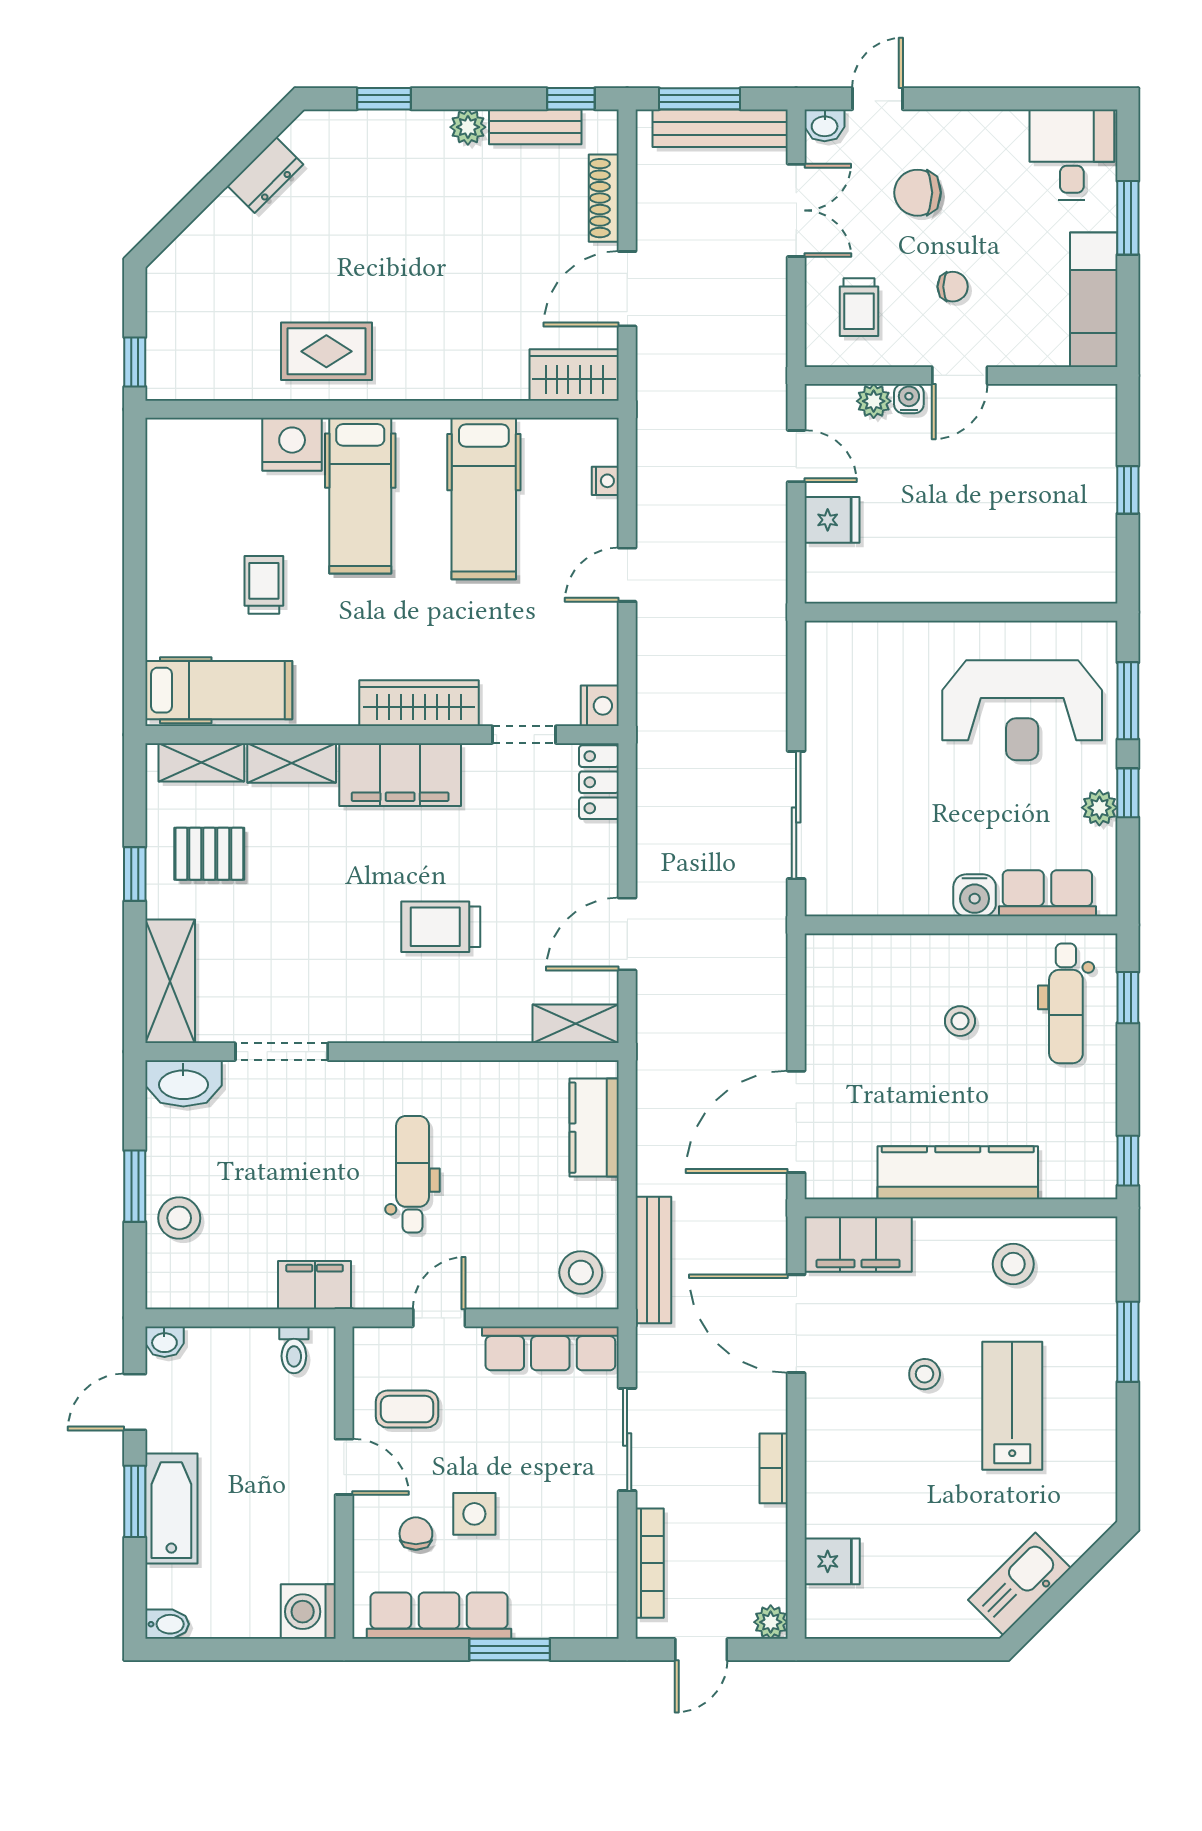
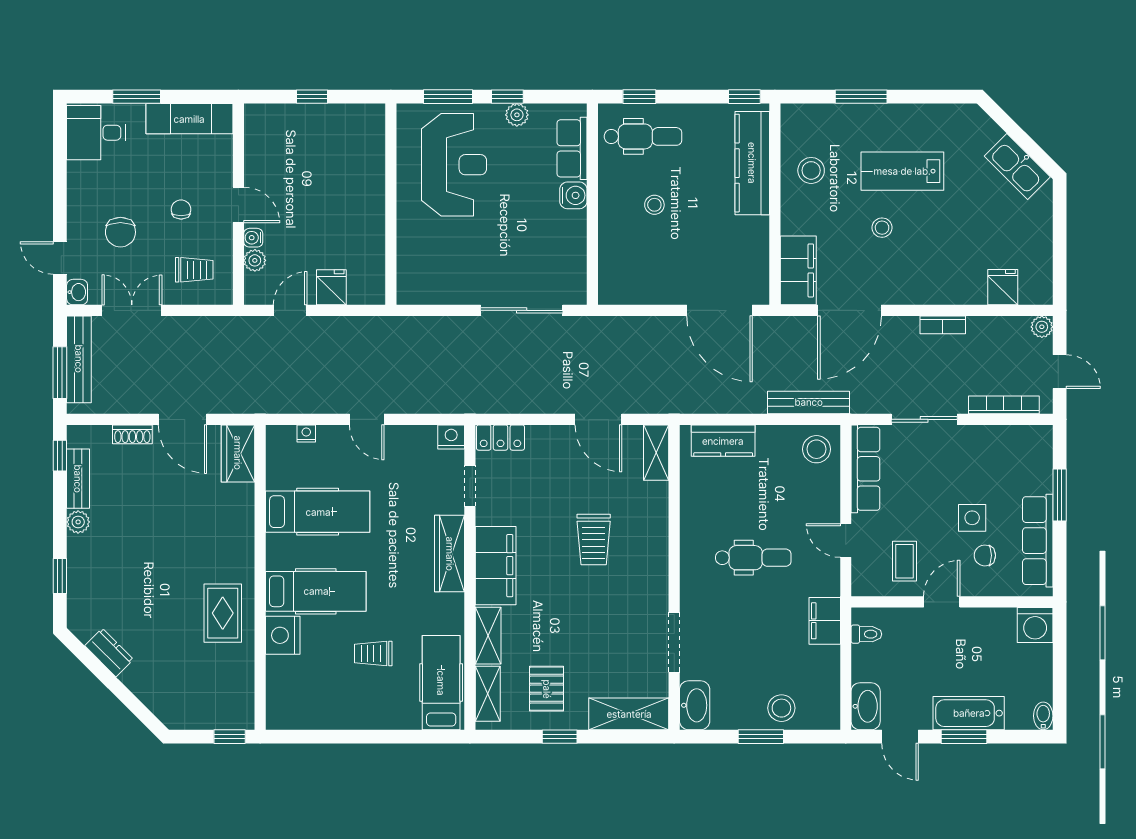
shoe rack: (604, 198) -> (132, 434), width x0.70
kitchen counter: (958, 1173) -> (752, 163), moved
dental chair: (412, 1174) -> (753, 558), turned 180
washbasin: (164, 1342) -> (866, 706), width x1.91, depth x1.45

